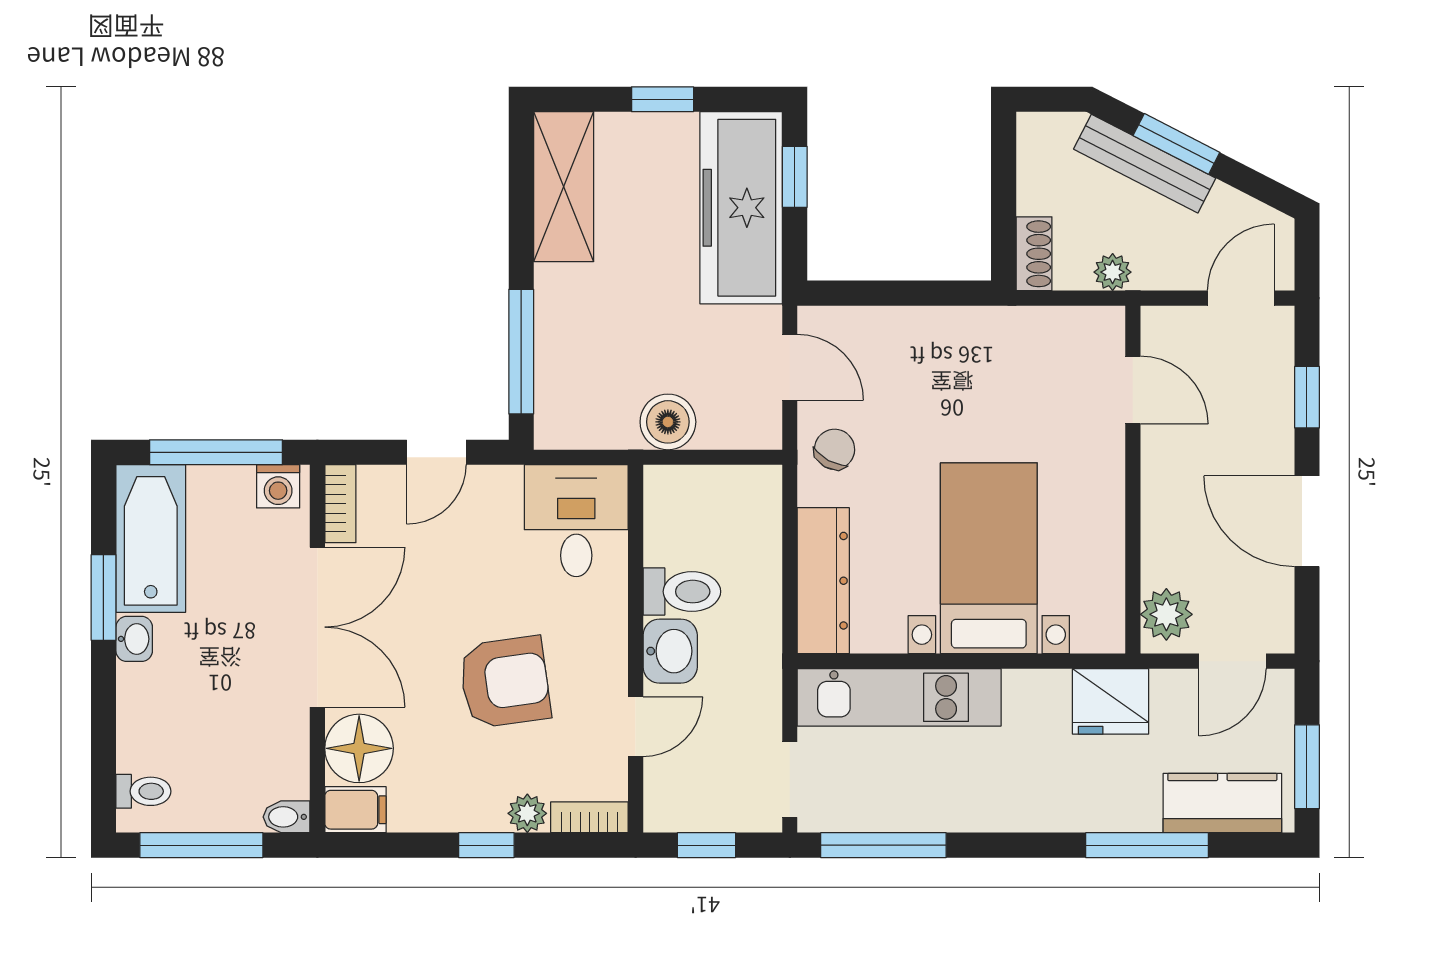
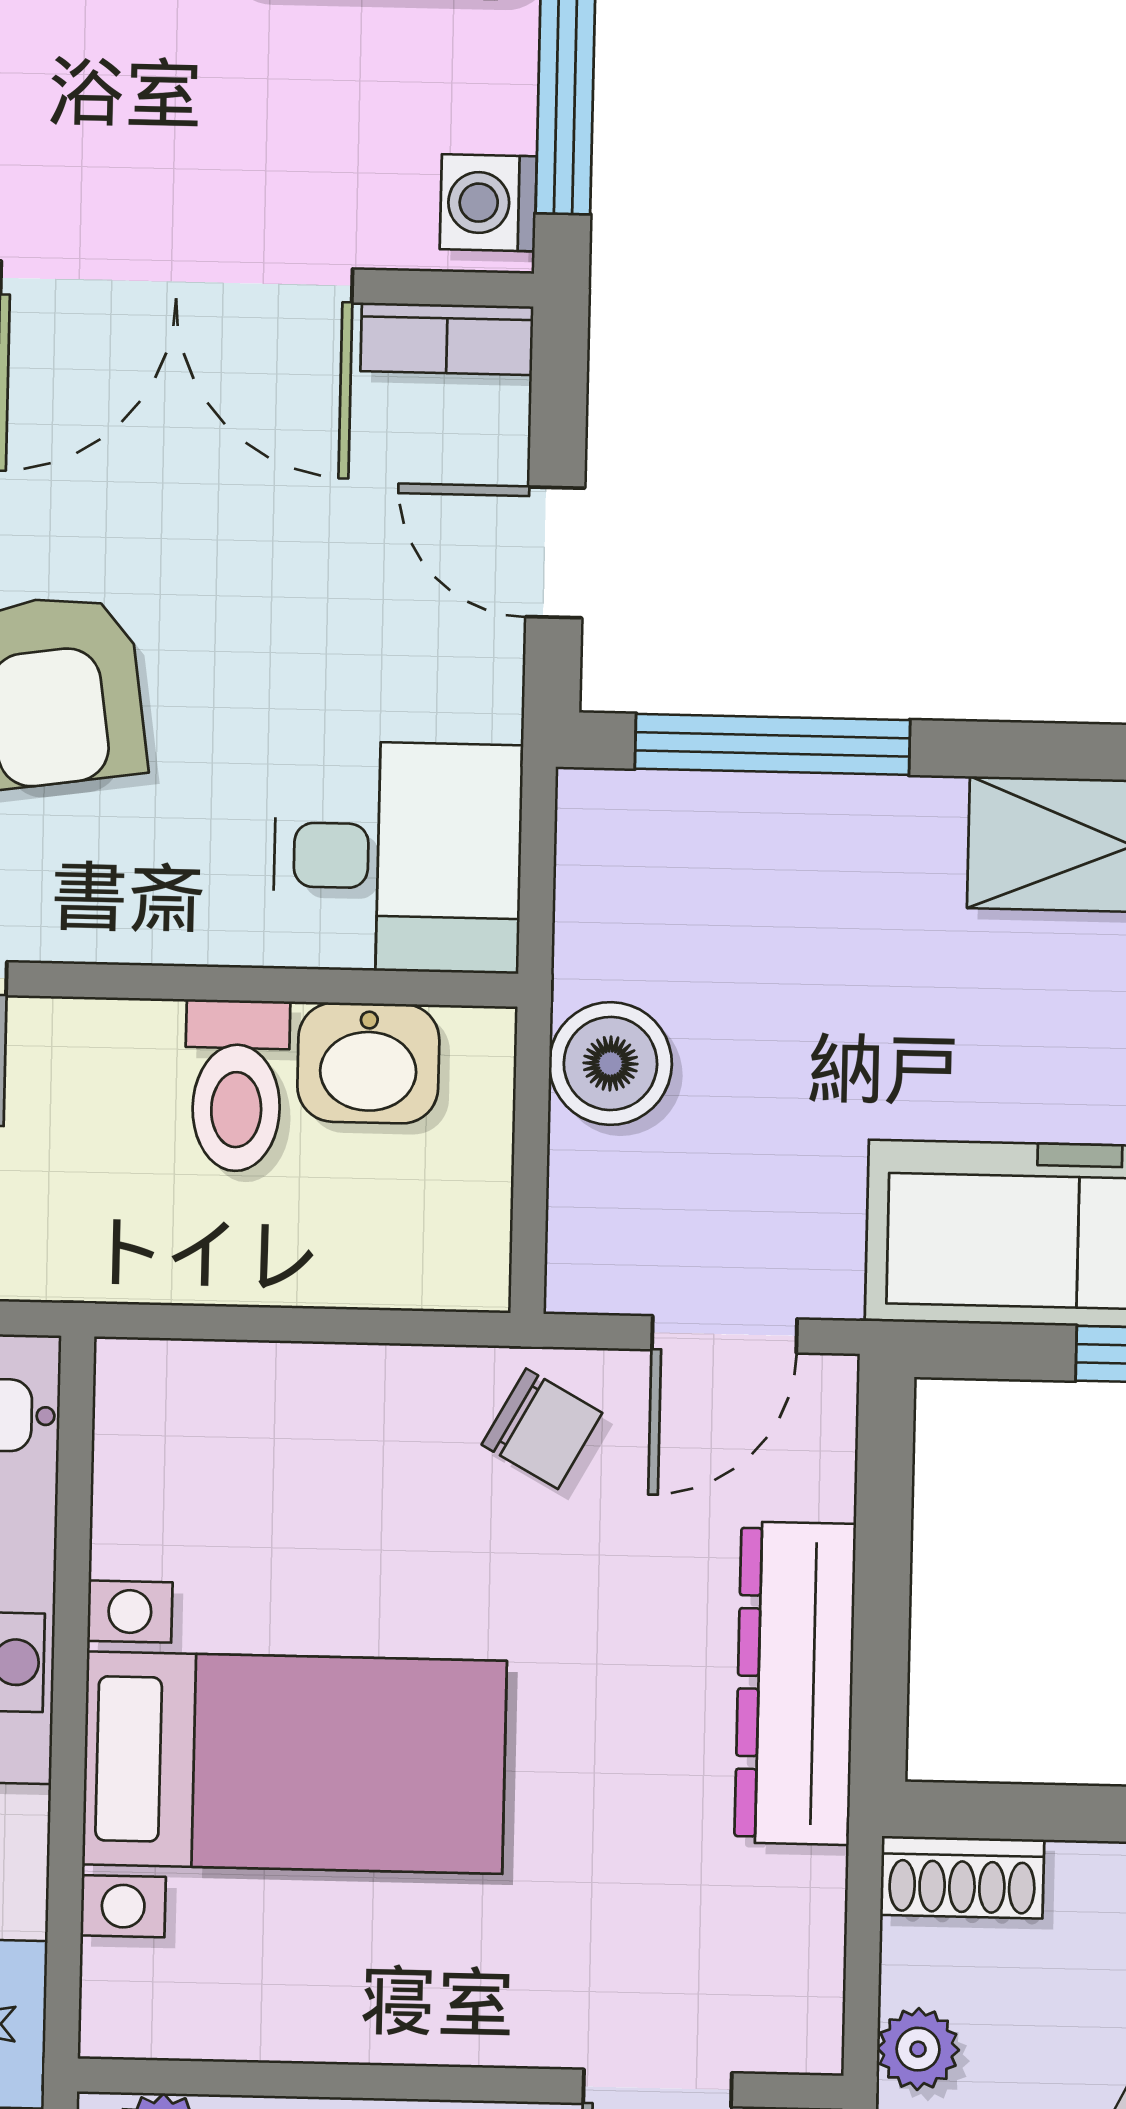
dresser: (823, 581) -> (795, 1683), moved, turned 90
washbasin: (670, 651) -> (368, 1063), moved

